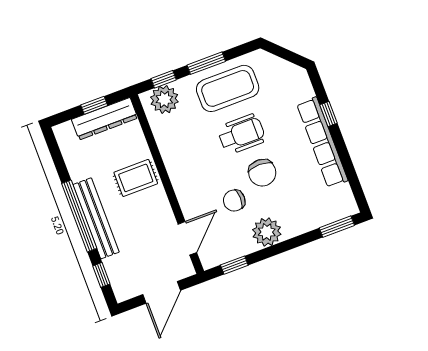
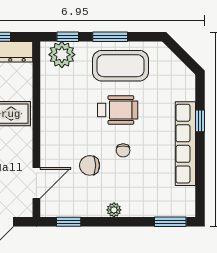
chair: (262, 173) -> (123, 150), width x0.54, depth x0.54
plant: (267, 232) -> (114, 210), width x0.53, depth x0.53

